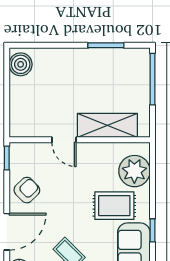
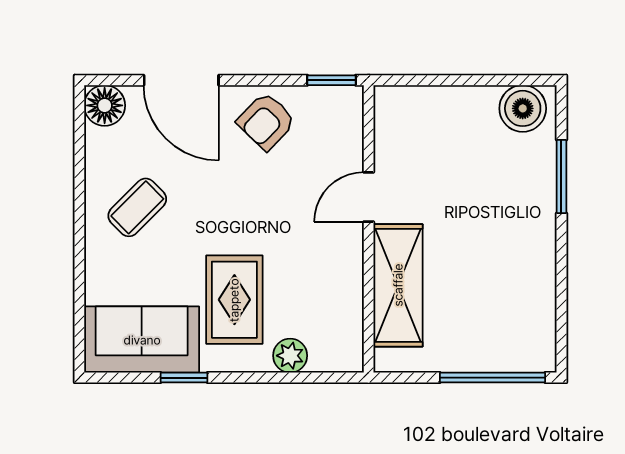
window: (106, 45) -> (561, 176), moved
plant: (134, 171) -> (290, 356), width x0.53, depth x0.53
armchair: (27, 190) -> (266, 121), turned 88

